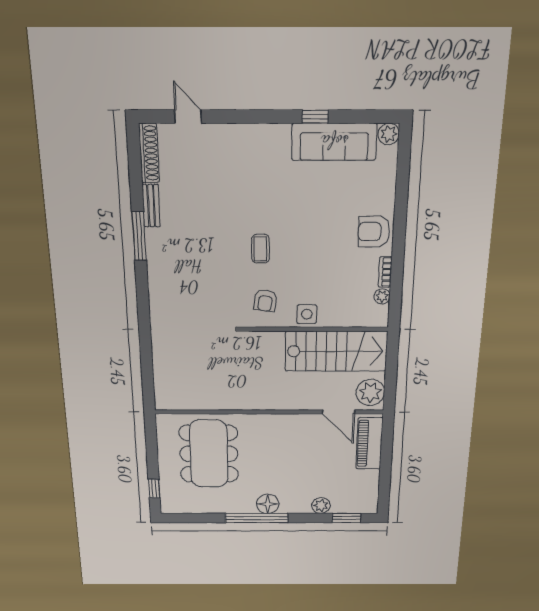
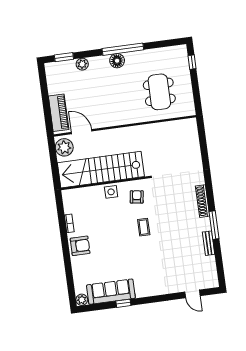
shoe rack: (149, 153) -> (203, 201), moved
plant: (382, 296) -> (68, 209), removed
stairs: (336, 351) -> (101, 170), width x1.36
dining table: (209, 454) -> (159, 92), width x0.73, depth x0.80

